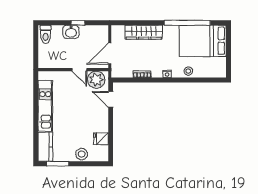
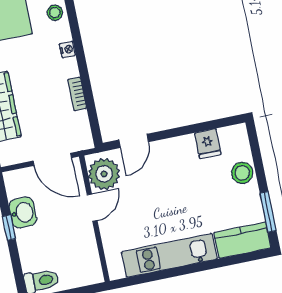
washbasin: (71, 32) -> (23, 213), moved

